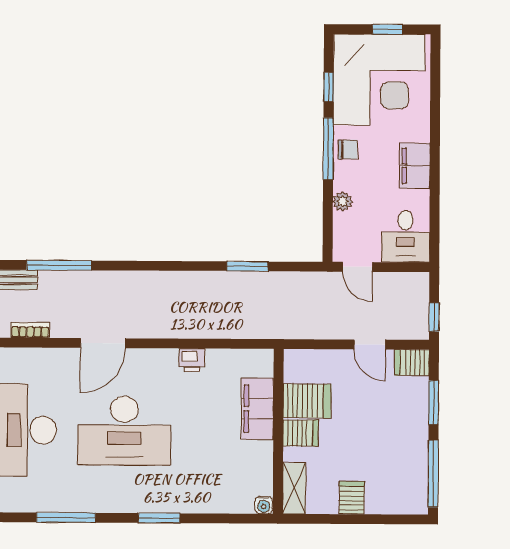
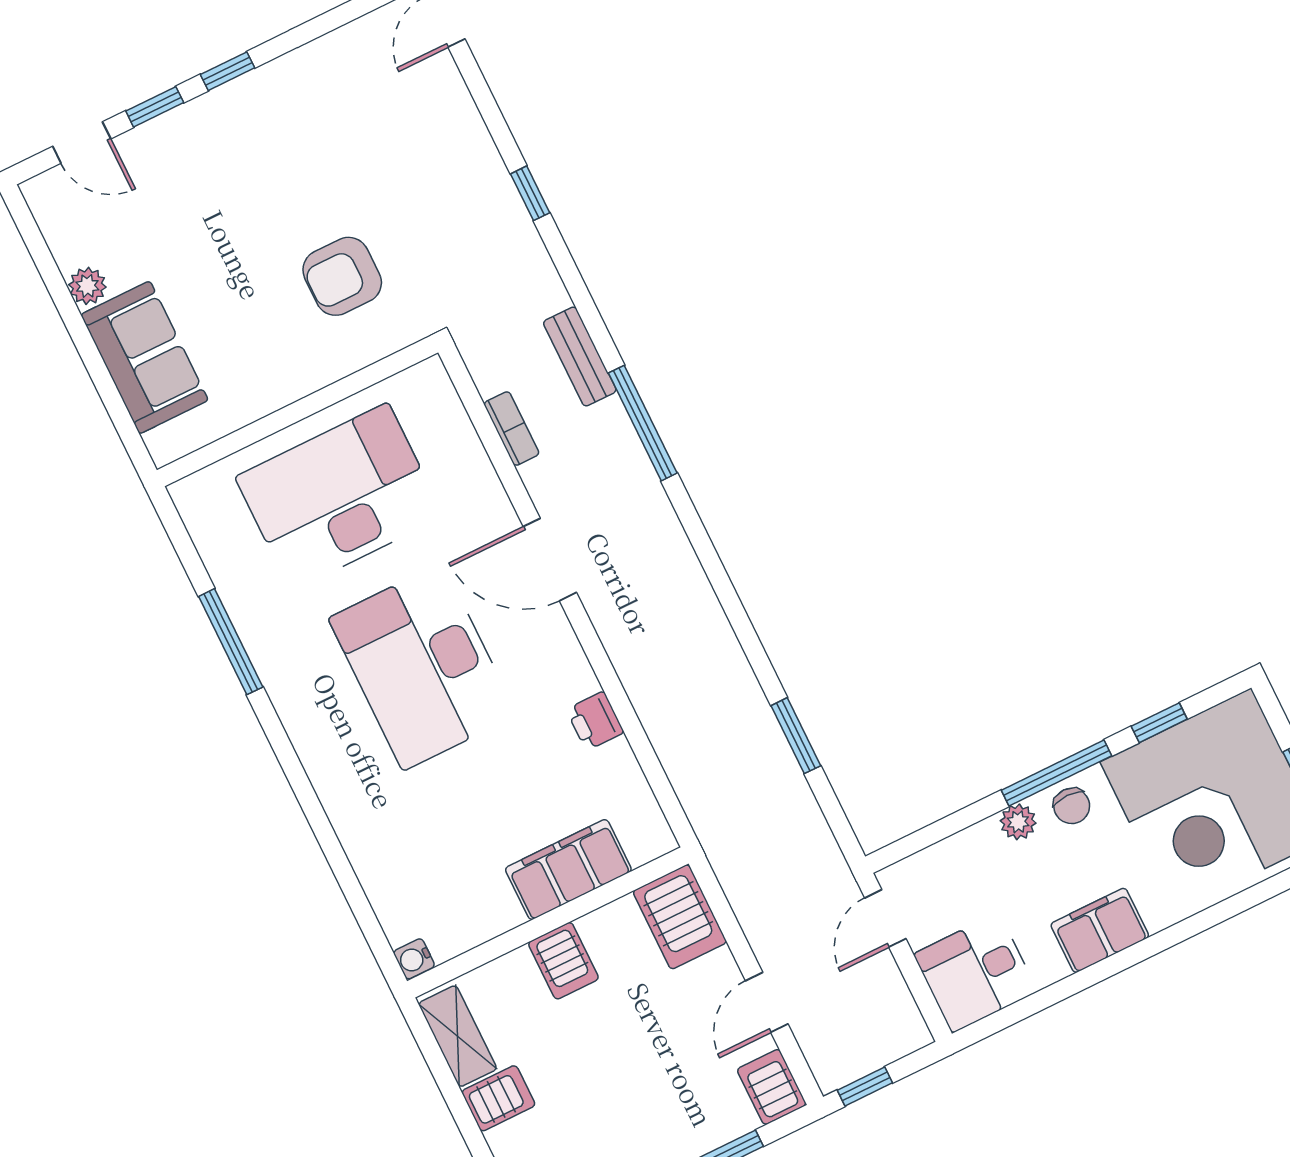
plant: (343, 202) -> (1018, 822), moved
server rack: (307, 401) -> (680, 917), moved
shelving: (294, 488) -> (458, 1036), moved, turned 90
window: (159, 518) -> (306, 796), removed

